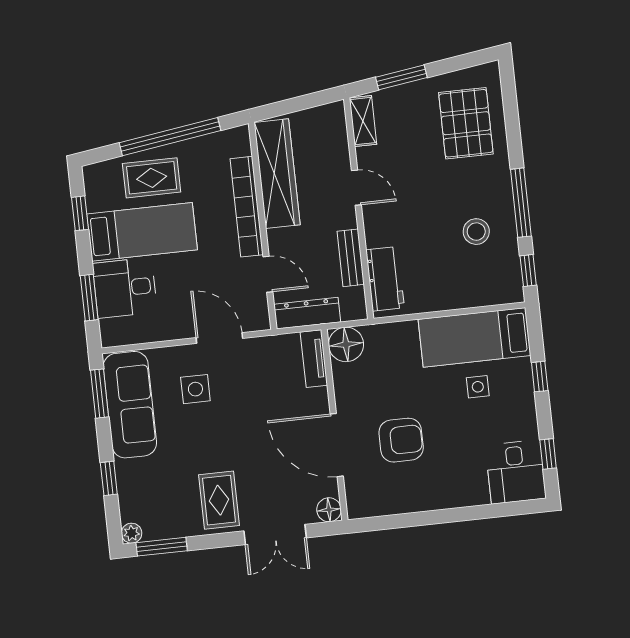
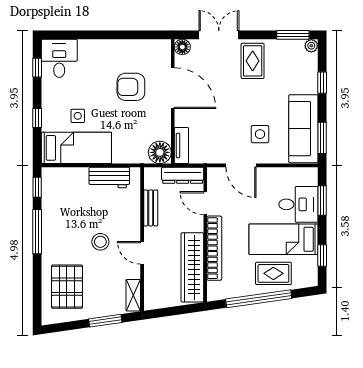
stool: (476, 232) -> (100, 242), moved
workbench: (385, 279) -> (109, 177), moved, turned -90

